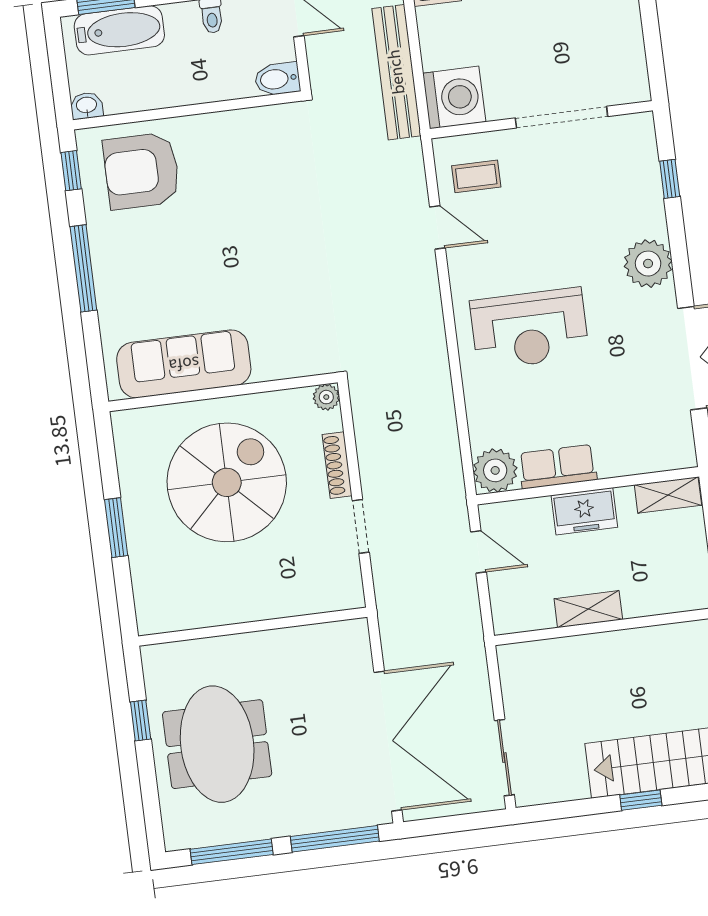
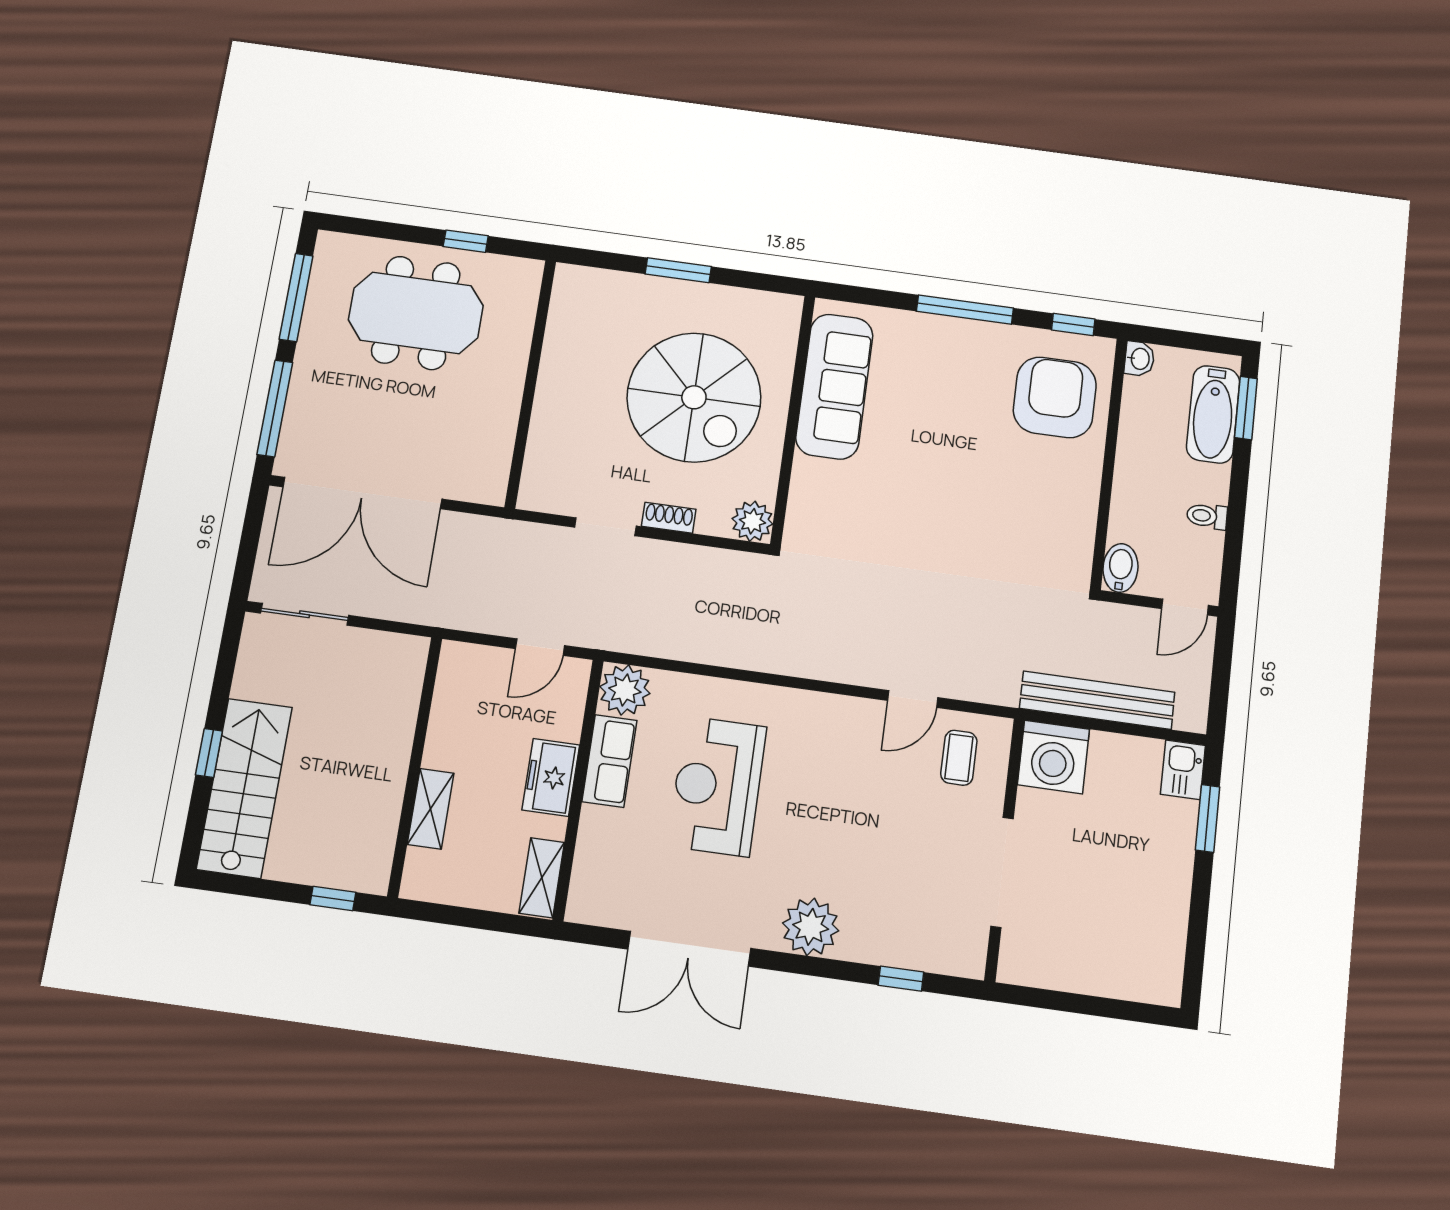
reception desk: (530, 329) -> (717, 786), moved
plant: (326, 397) -> (752, 521), width x1.38, depth x1.38
shoe rack: (337, 465) -> (669, 518), width x0.70
shelving: (588, 609) -> (431, 809), moved

